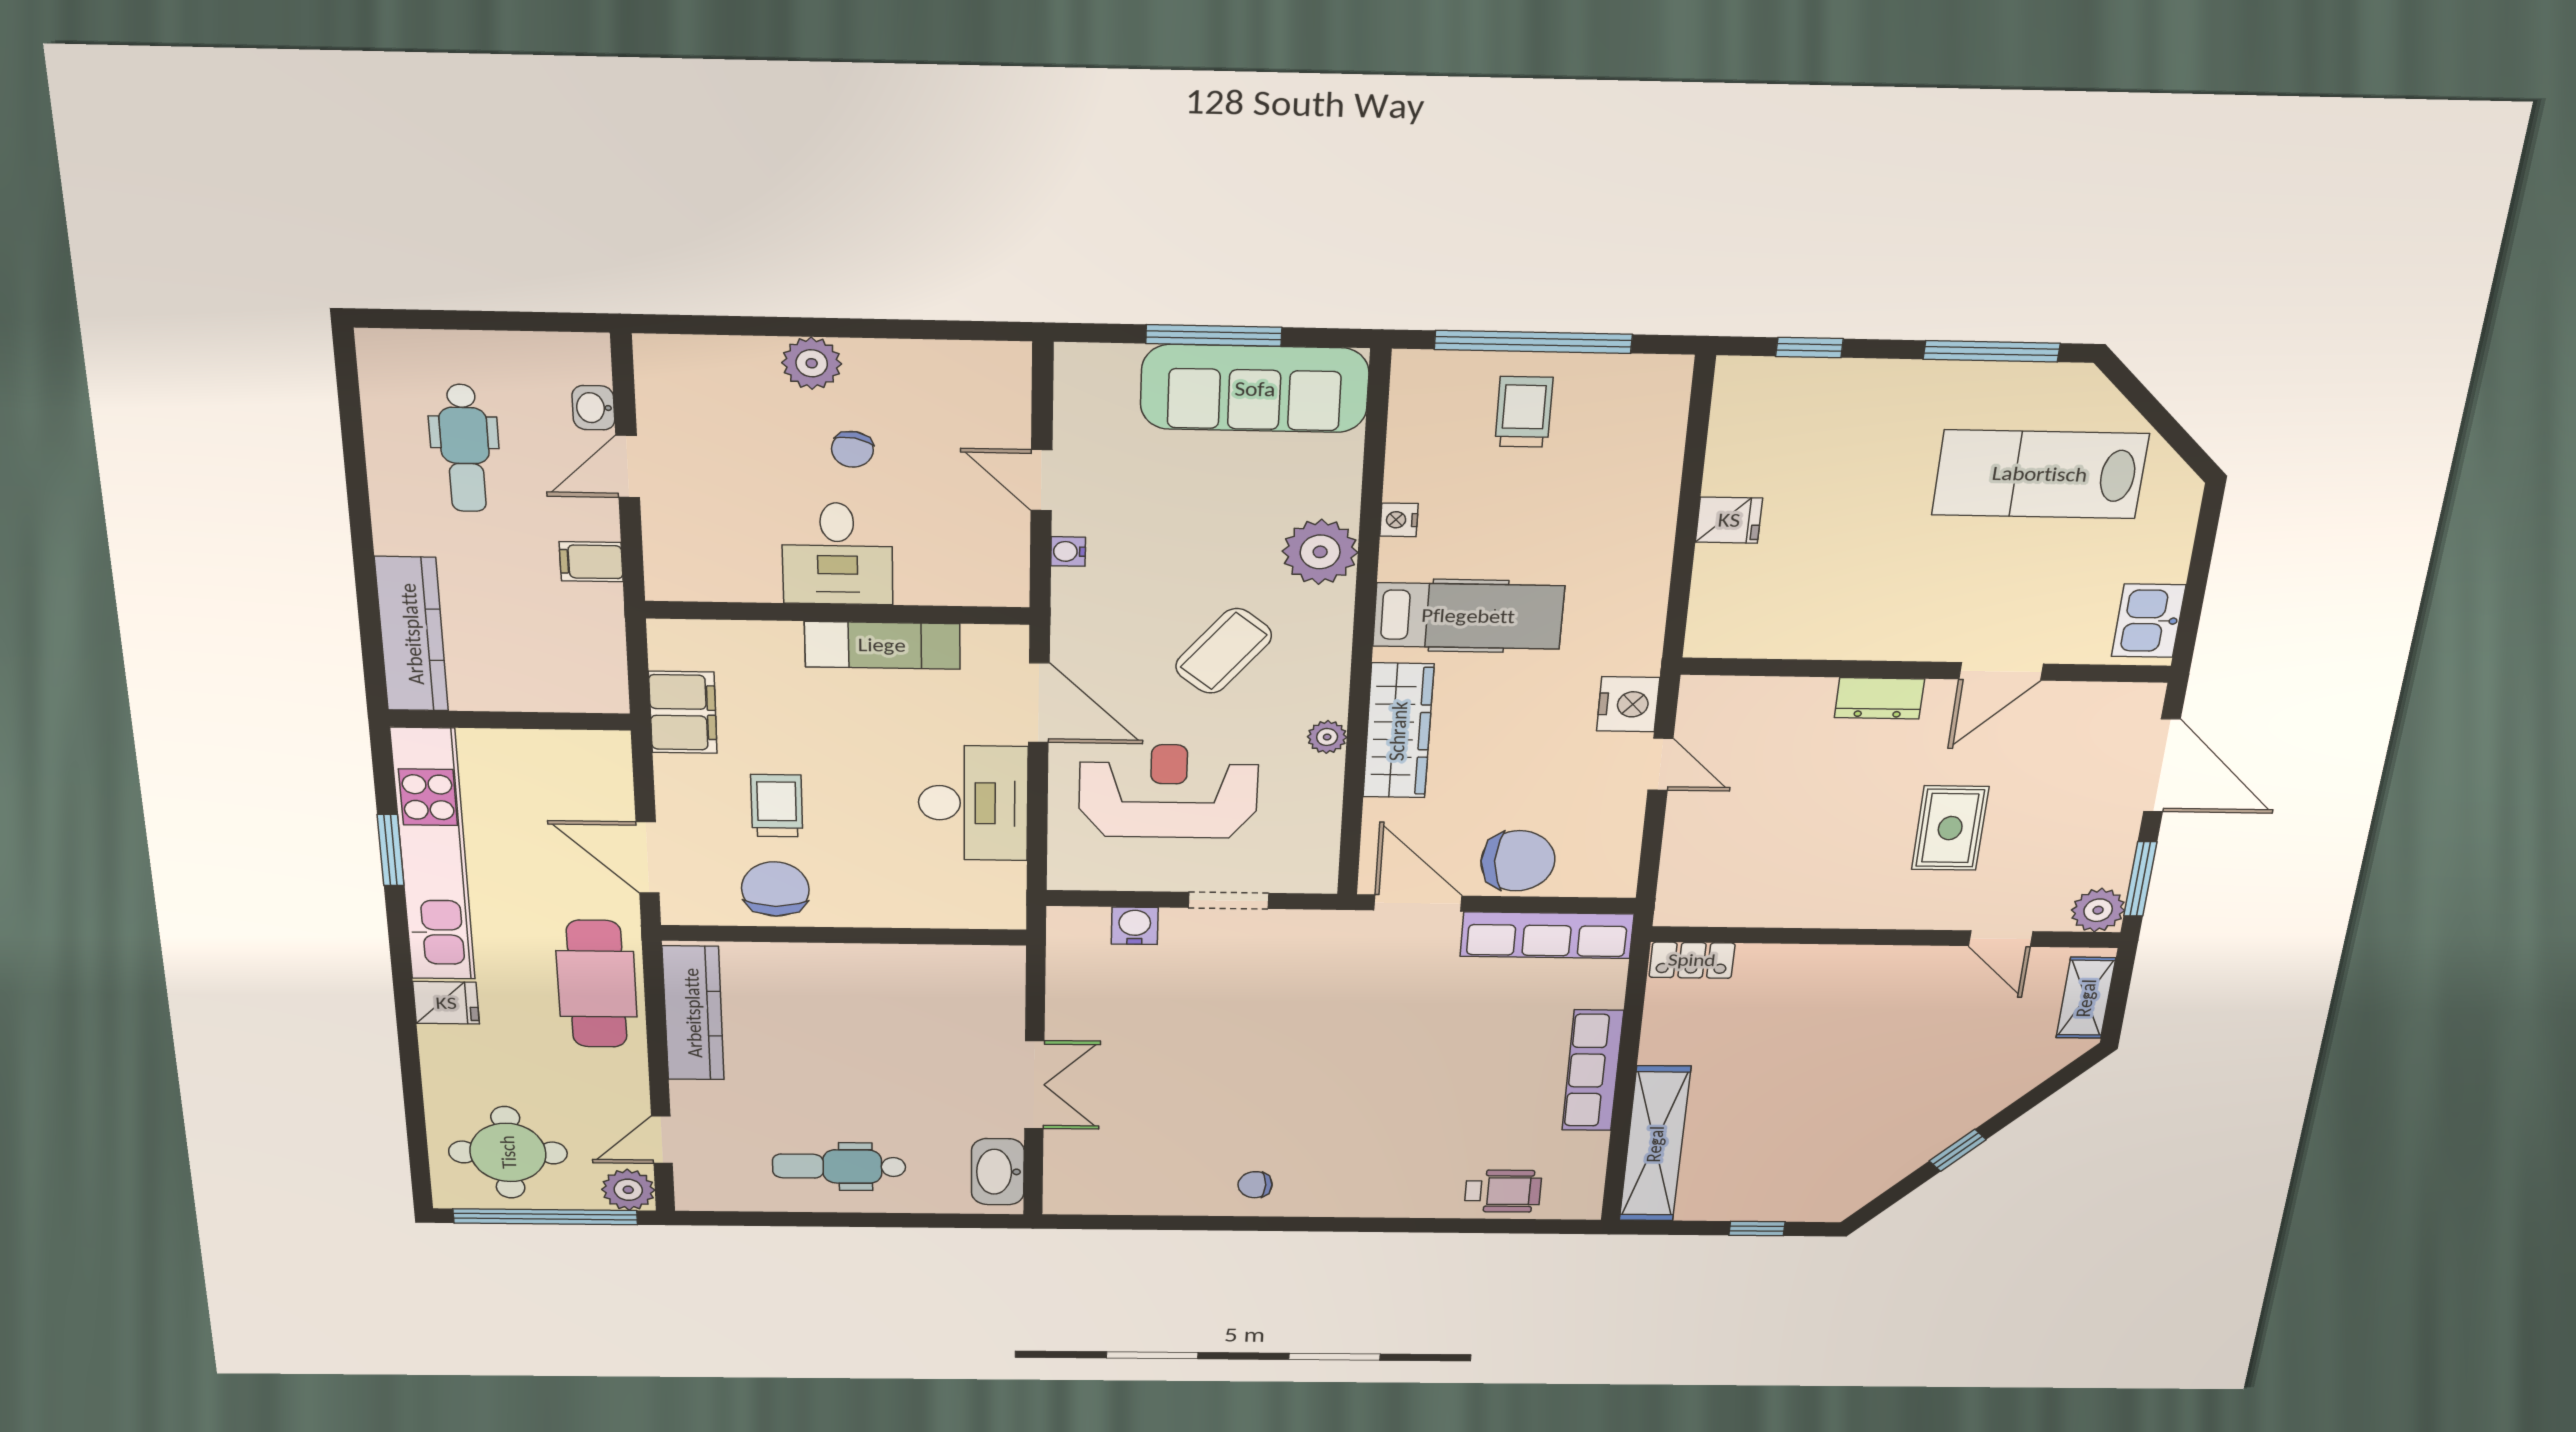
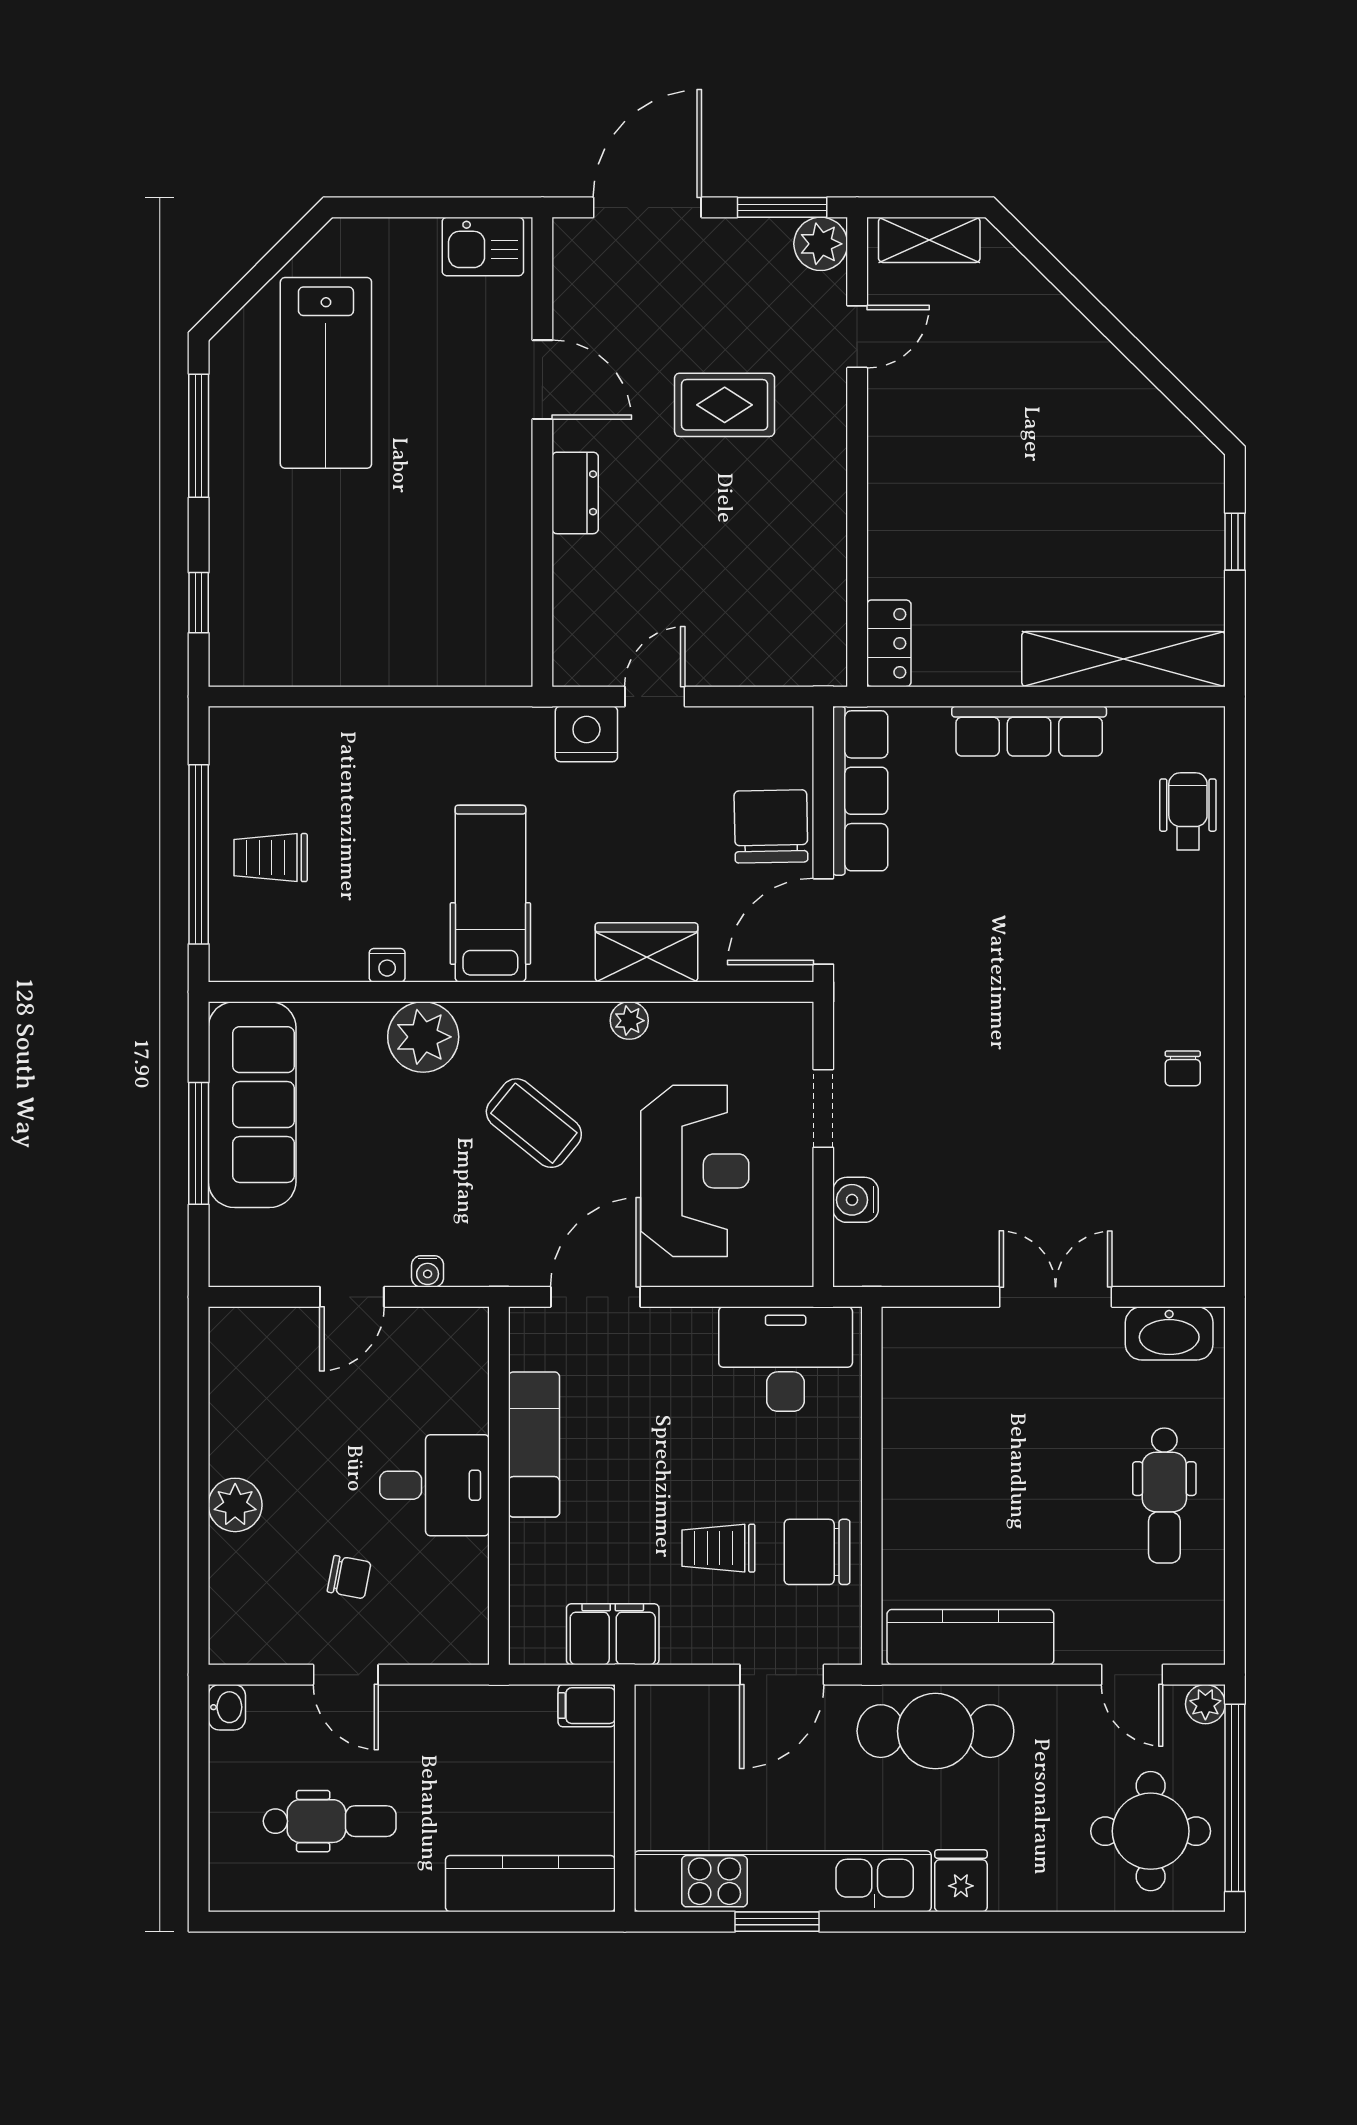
washbasin: (593, 408) -> (227, 1707), moved, turned -90
chair: (852, 449) -> (349, 1577), moved
fridge: (1729, 520) -> (381, 658), removed
filing cabinet: (591, 562) -> (587, 1706), moved, turned 90
wardrobe: (1398, 731) -> (647, 952), width x0.67
reception desk: (1168, 791) -> (695, 1171), turned 180
desk: (973, 803) -> (786, 1359), moved
window: (1958, 1150) -> (1128, 344), removed
plant: (628, 1190) -> (1205, 1704), width x0.73, depth x0.73

